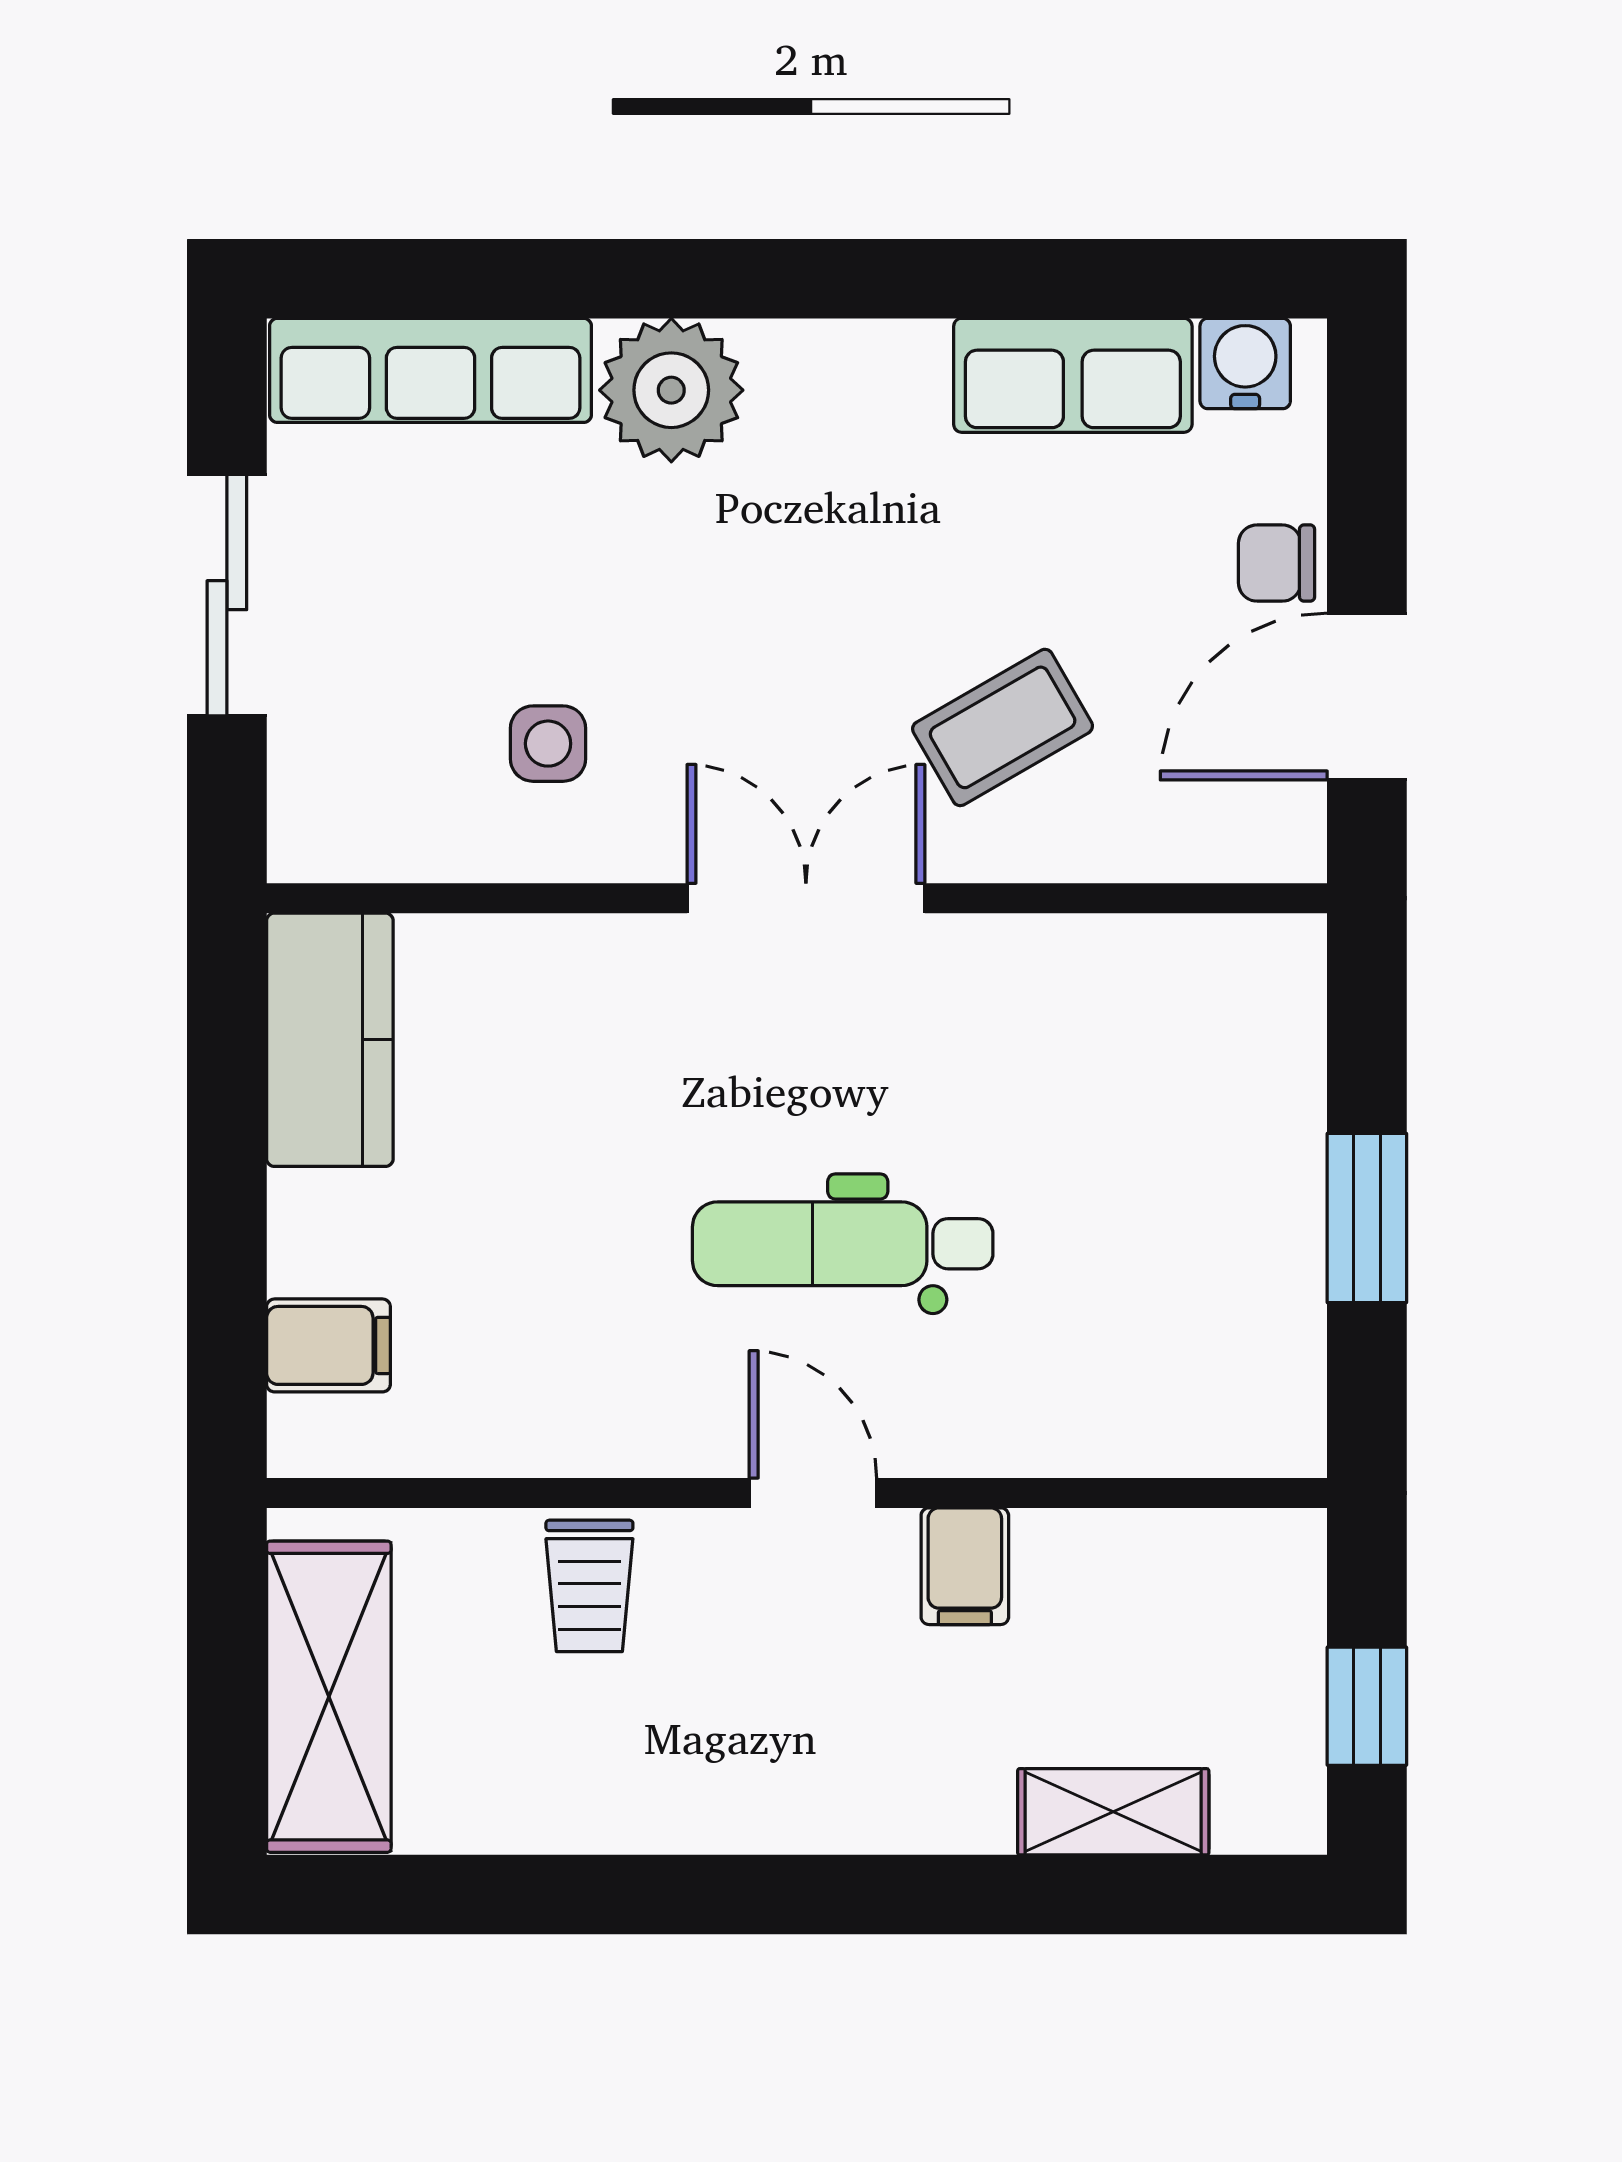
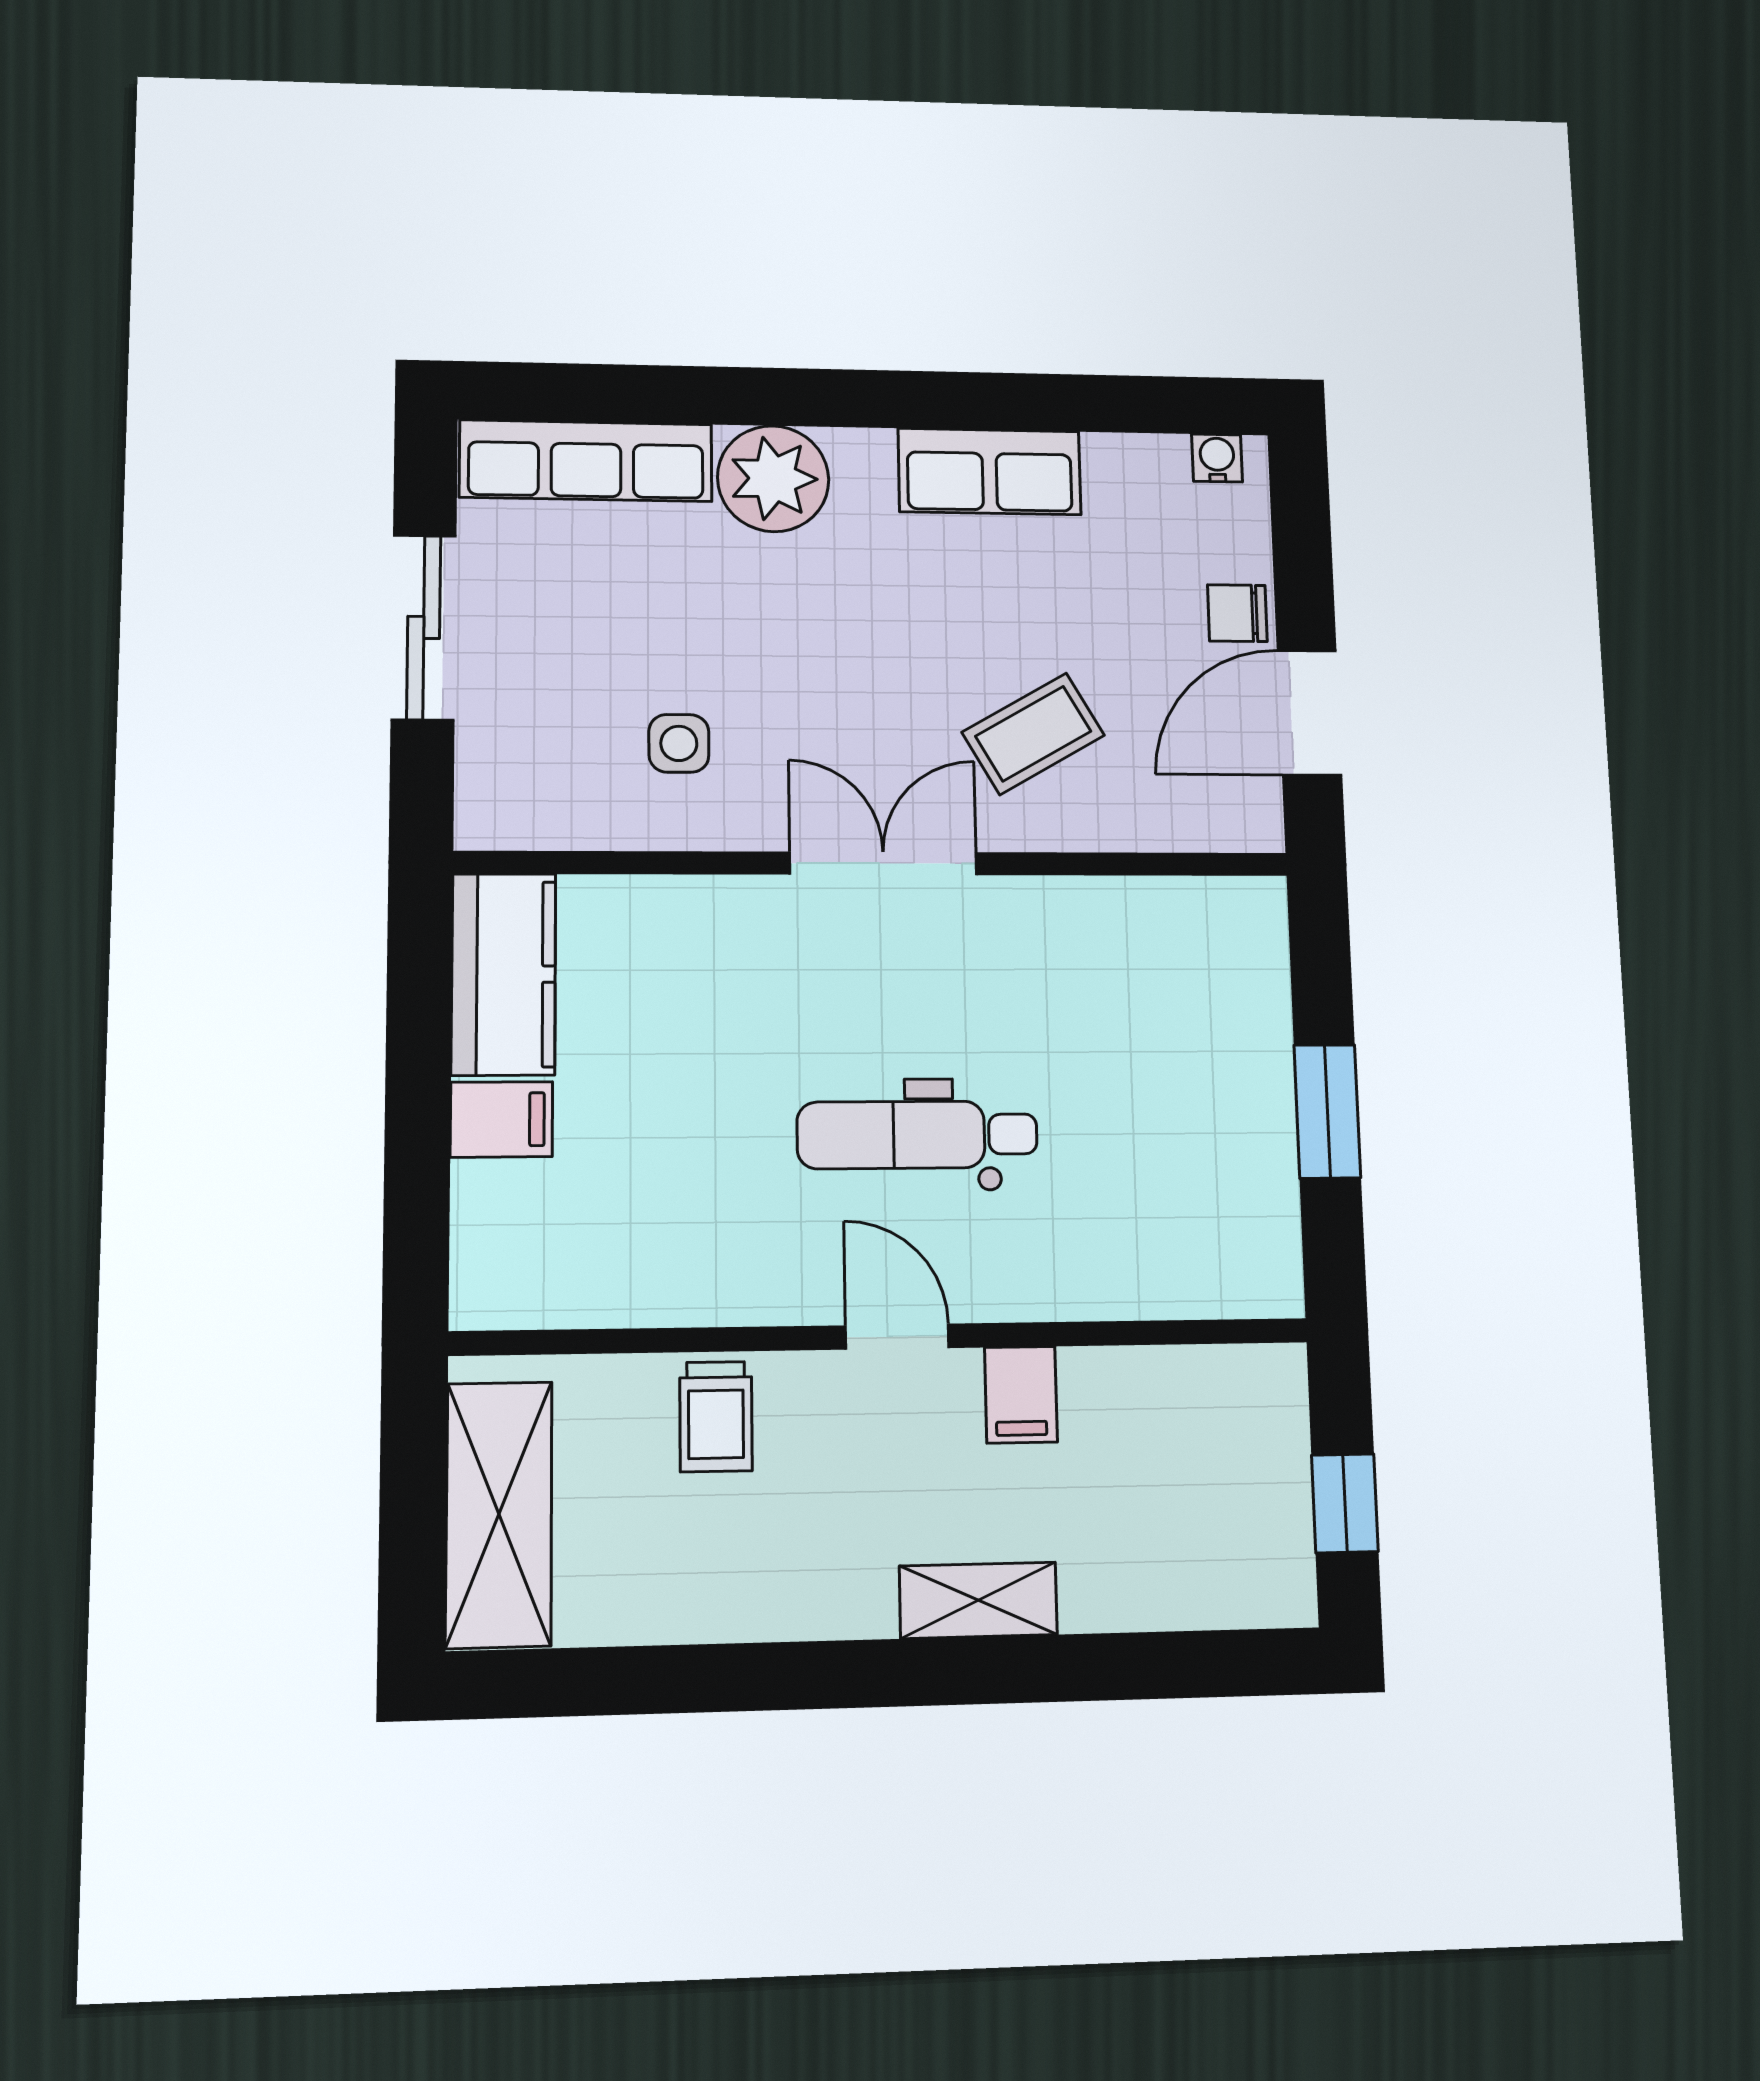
water cooler: (1245, 364) -> (1217, 458), width x0.72, depth x0.72
row of seats: (1073, 375) -> (990, 472), moved
filing cabinet: (328, 1345) -> (501, 1119), moved
shelving: (1113, 1812) -> (978, 1600), moved

